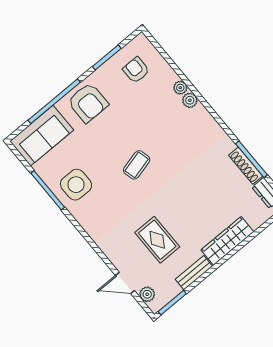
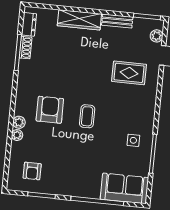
armchair: (88, 103) -> (50, 110), moved
coffee table: (137, 165) -> (87, 116), turned -76
shoe rack: (246, 166) -> (26, 48), width x0.70
side table: (76, 185) -> (133, 140), width x0.54, depth x0.54
rug: (157, 240) -> (129, 73), moved, turned 90

